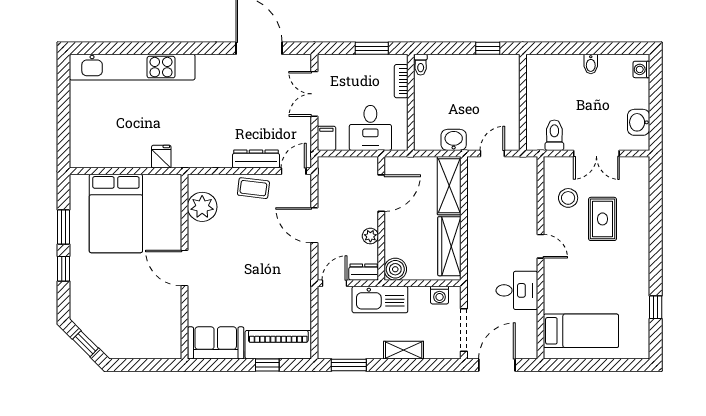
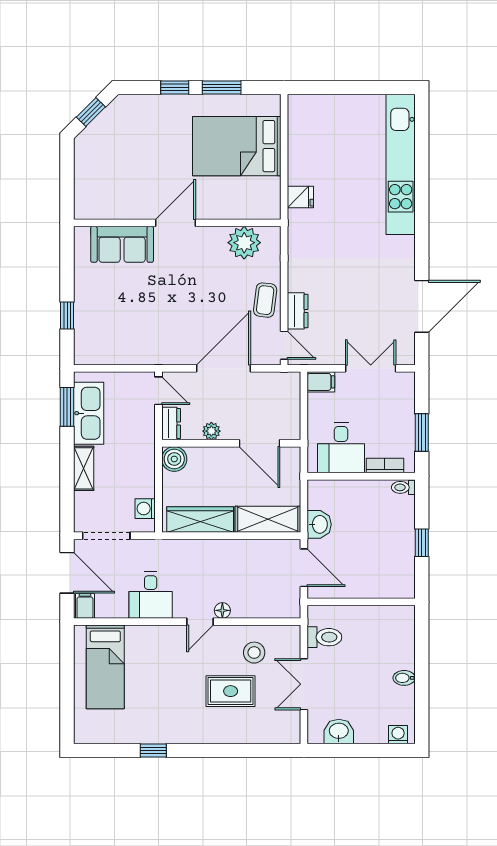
window: (488, 48) -> (422, 543), moved
desk: (370, 128) -> (341, 448), moved, turned -90
door: (492, 153) -> (304, 568), width x1.38
dresser: (256, 159) -> (298, 311), width x0.70
door: (314, 225) -> (223, 368), width x1.36
floor lamp: (531, 226) -> (222, 610), added
kitchen sink: (380, 300) -> (89, 413), moved, turned 180
window: (656, 307) -> (153, 751), moved
sofa: (216, 343) -> (122, 244), moved, turned 90
piano: (278, 345) -> (90, 328), removed
filing cabinet: (526, 349) -> (85, 606), added

